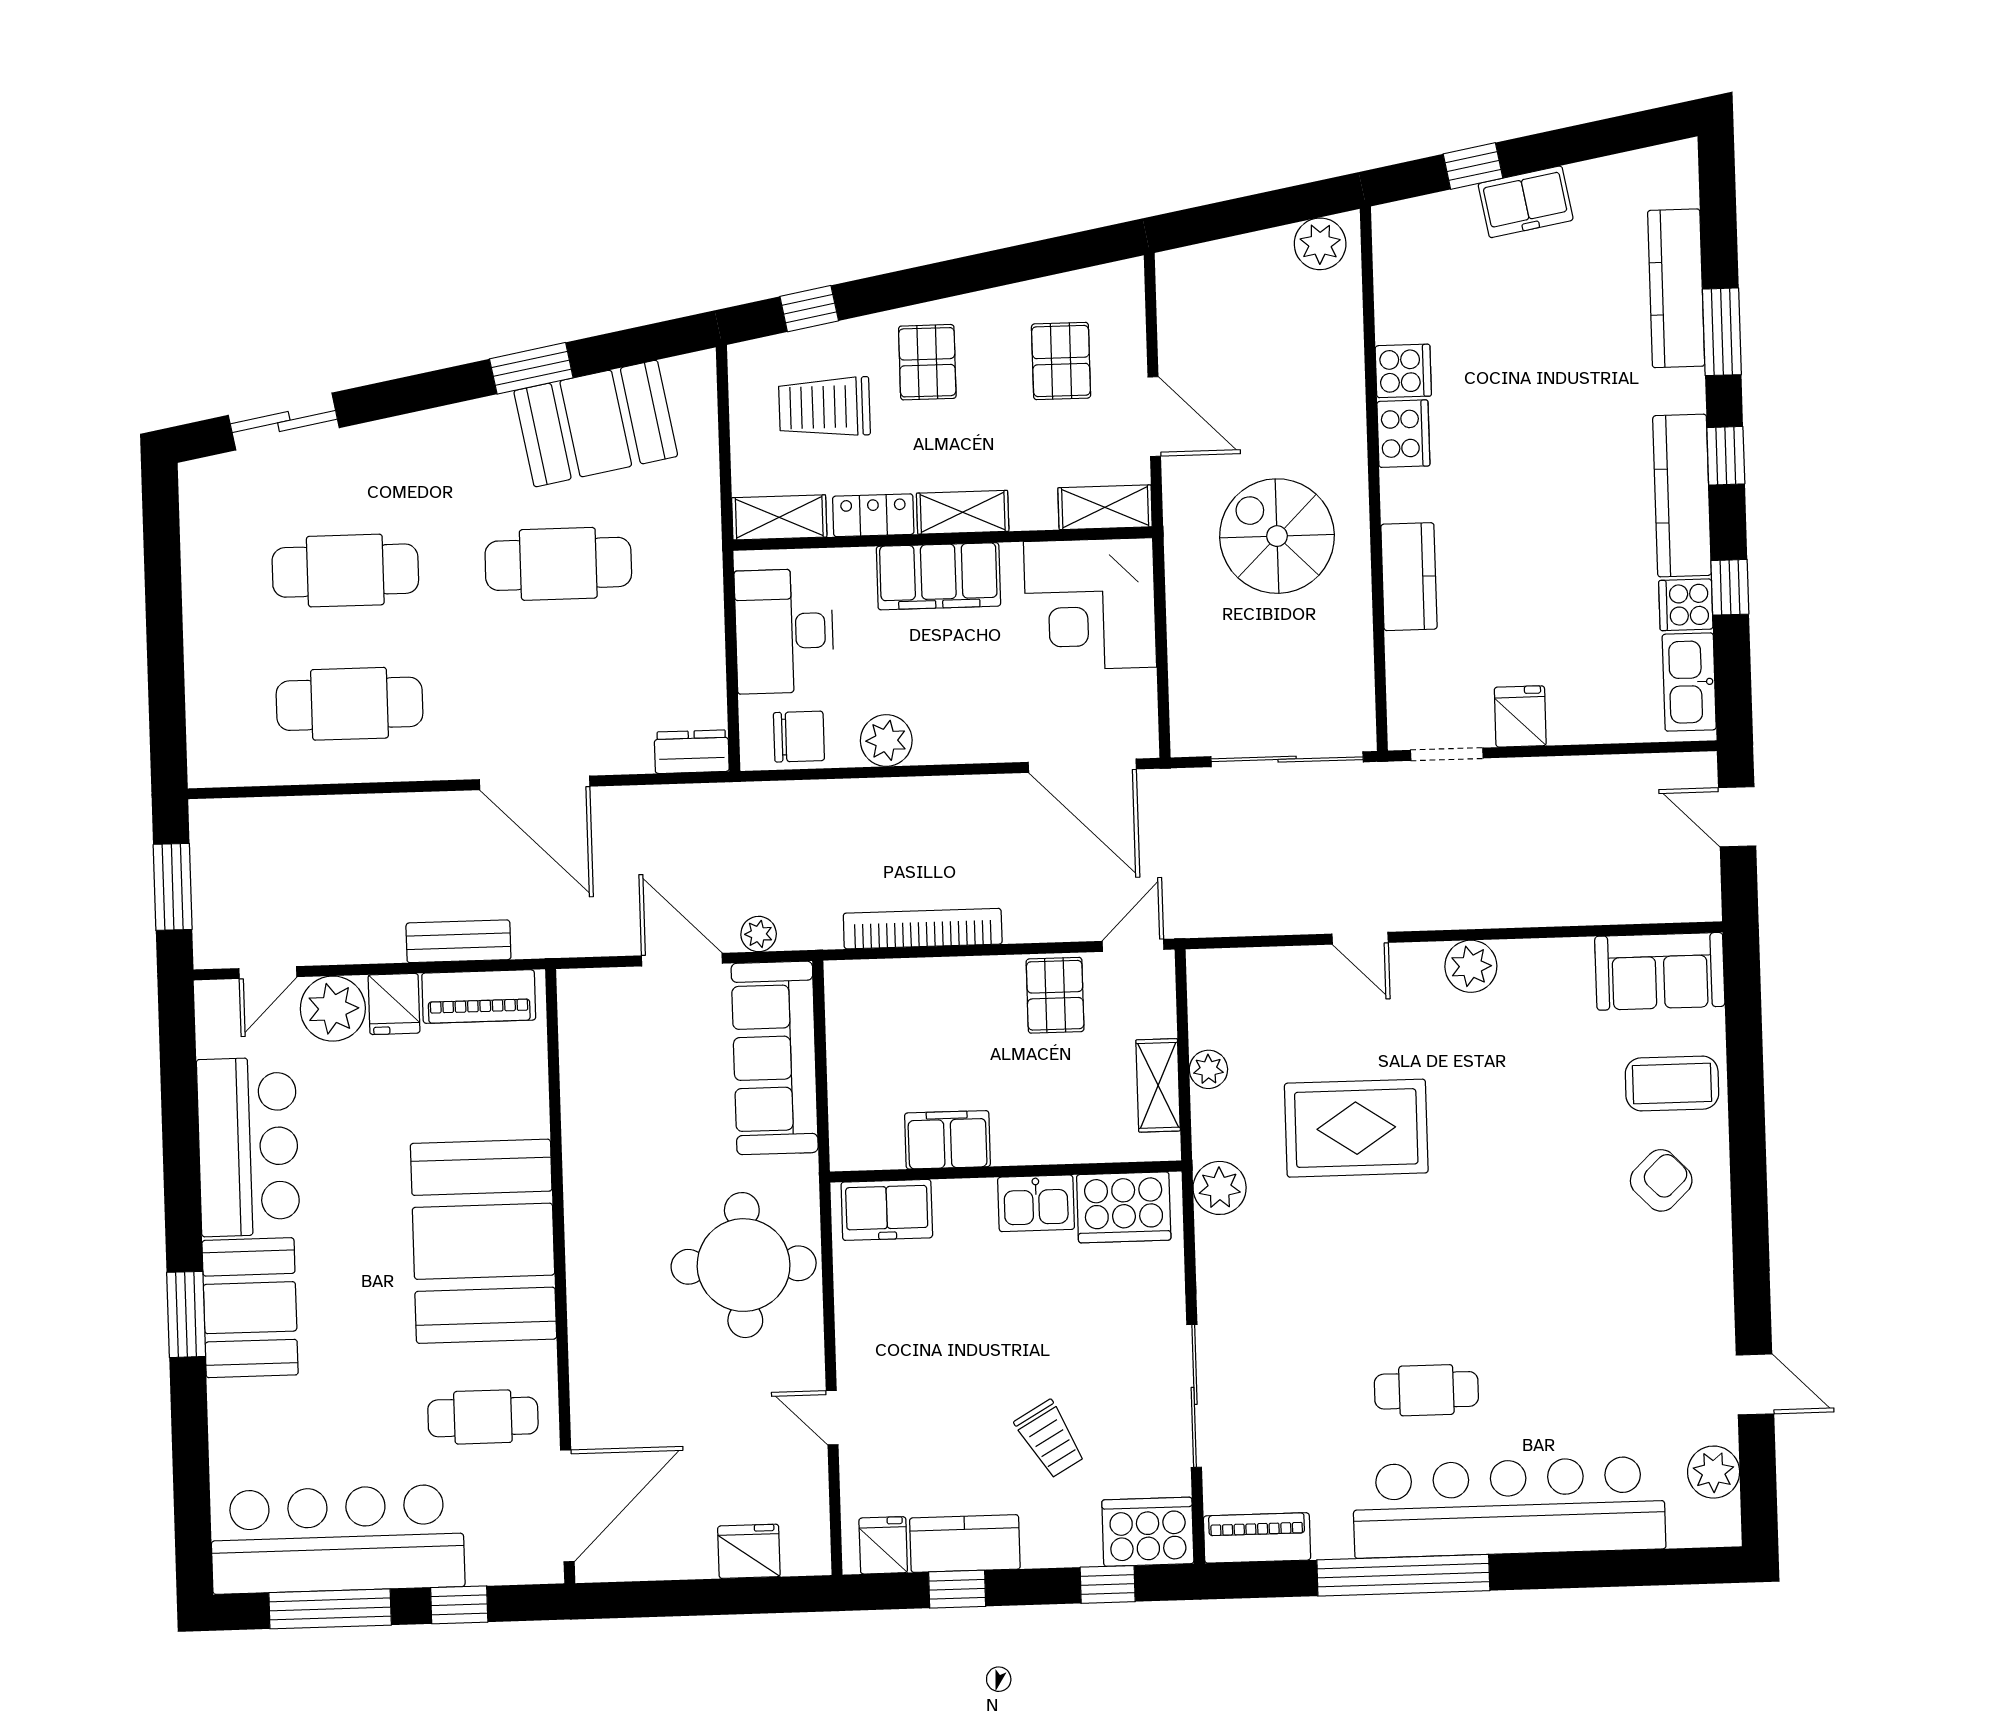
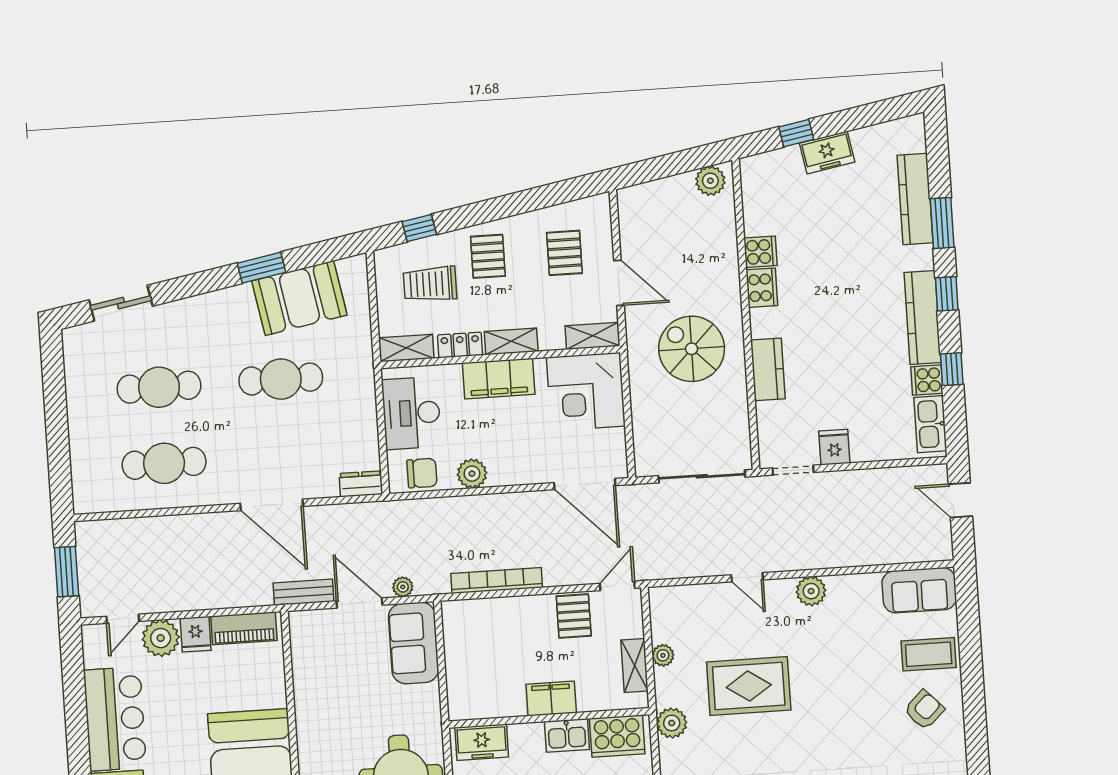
bench: (458, 941) -> (303, 592), moved
sofa: (775, 1058) -> (414, 643), width x0.73
filing cabinet: (947, 1140) -> (551, 698), moved

